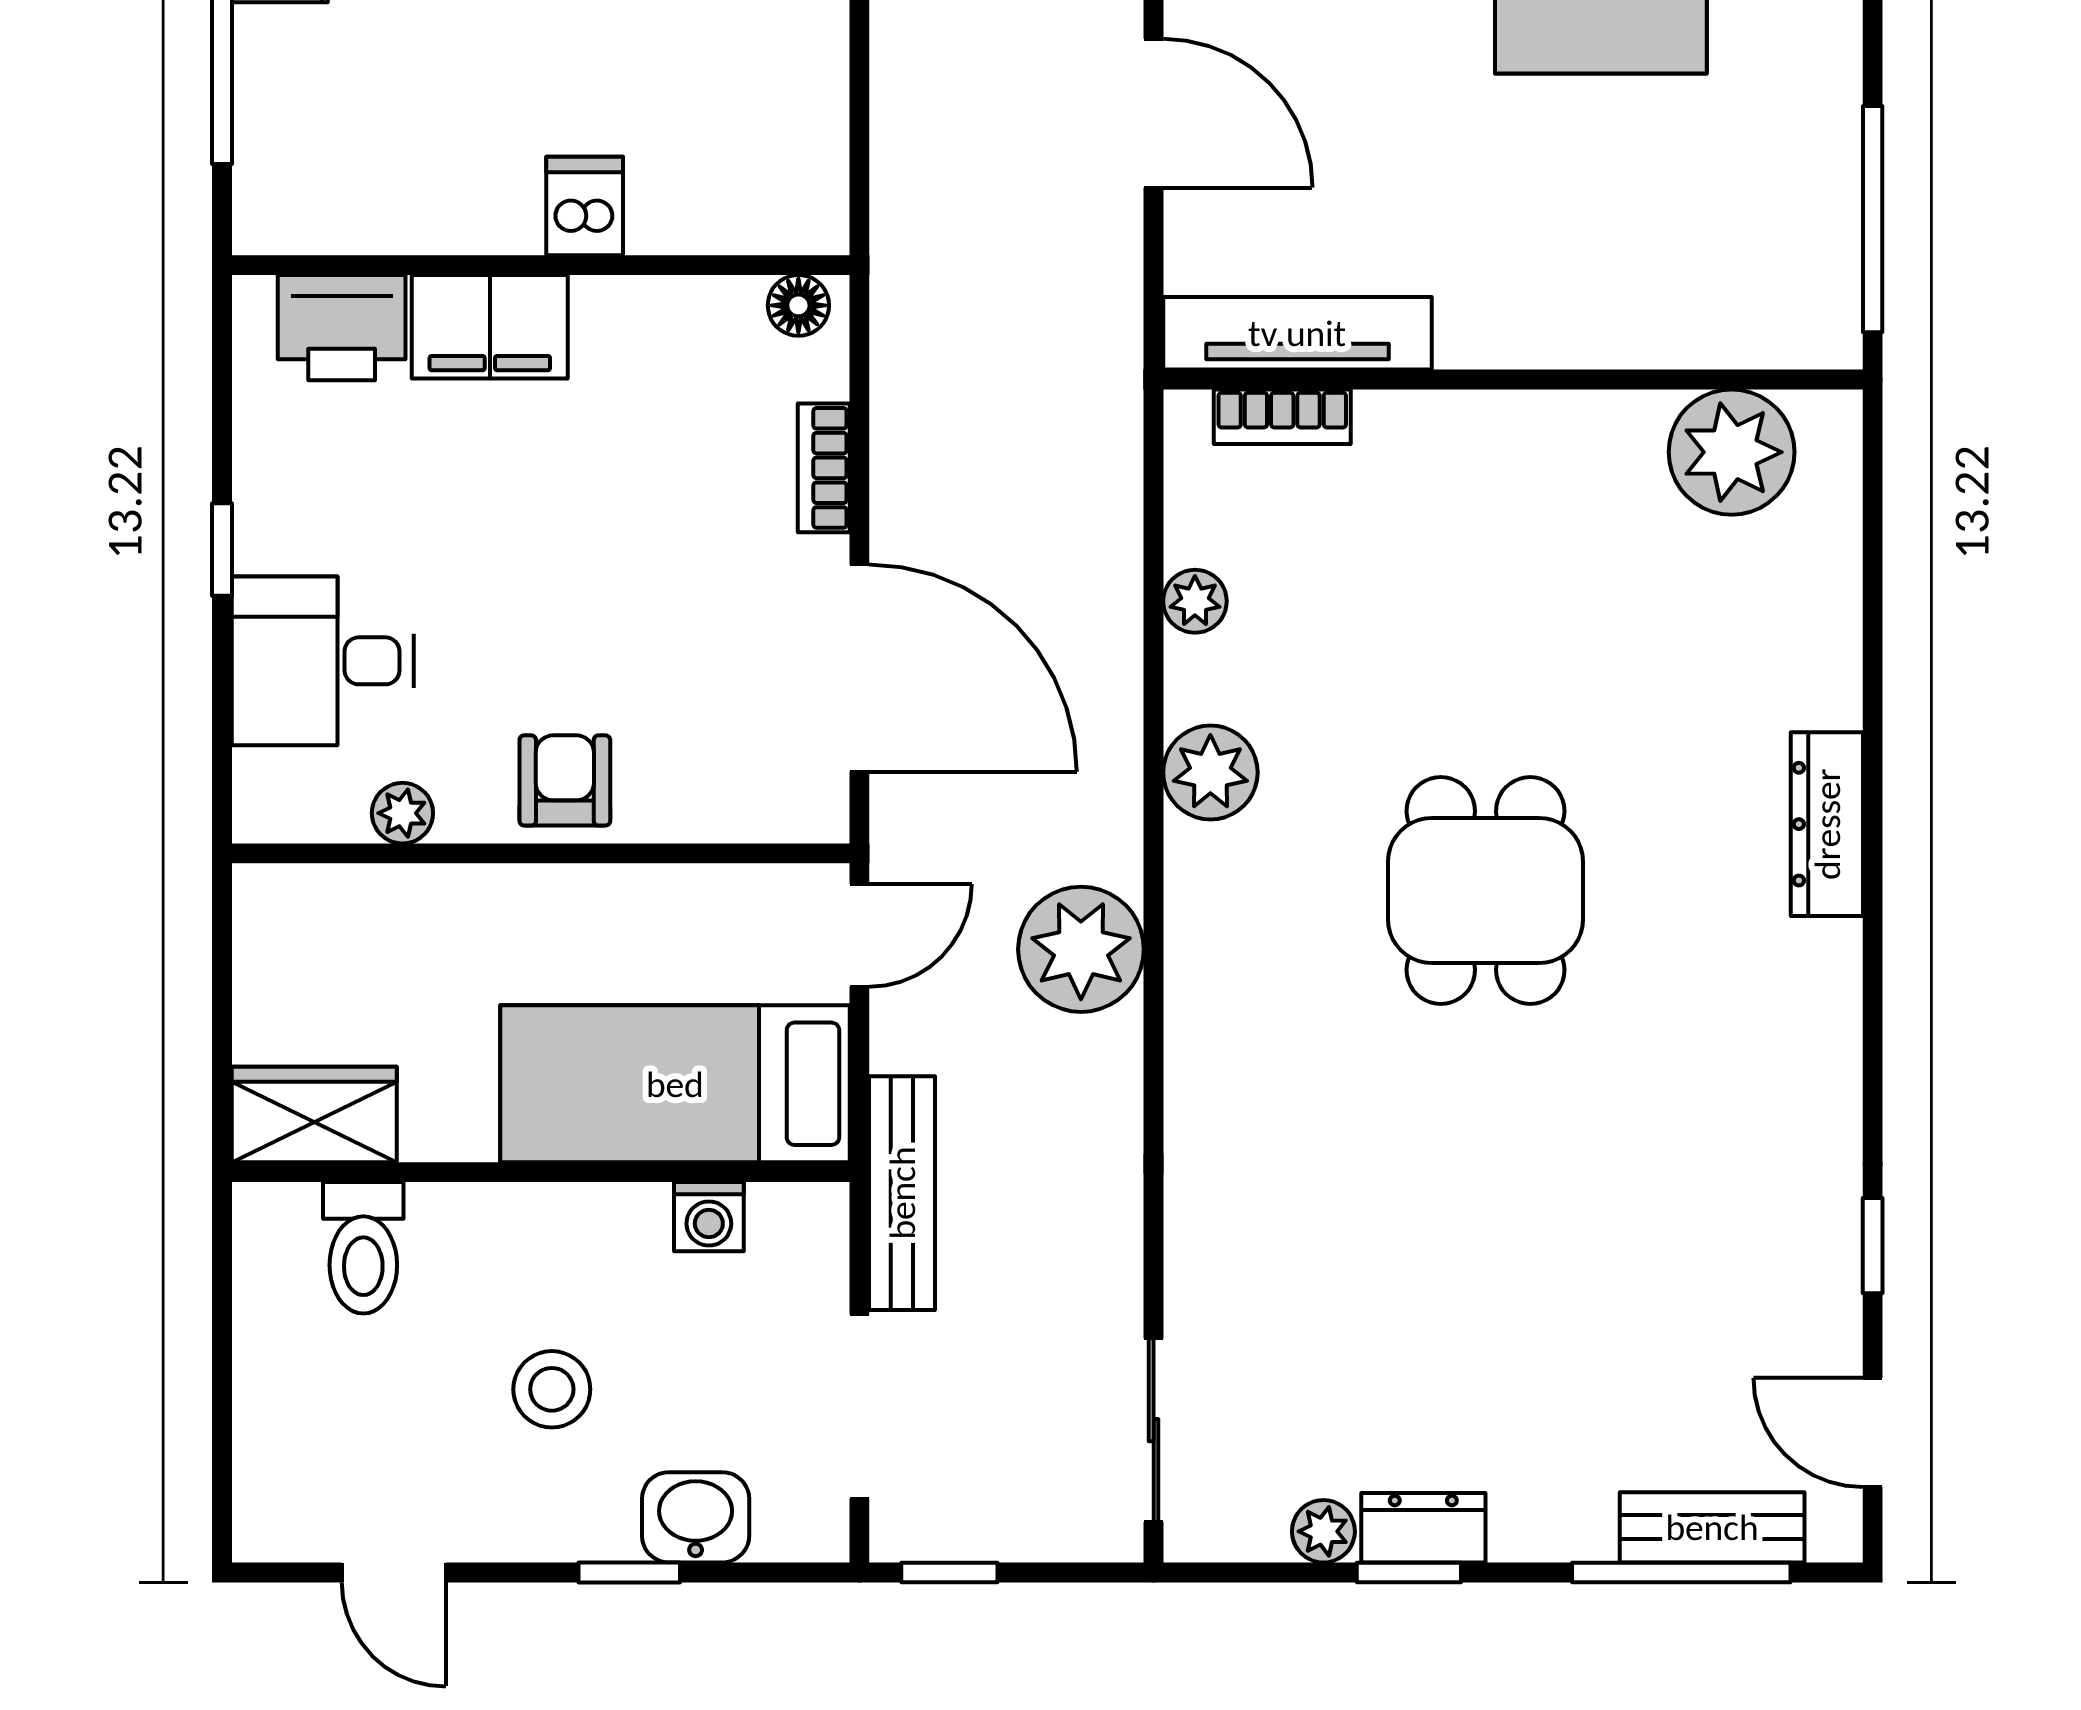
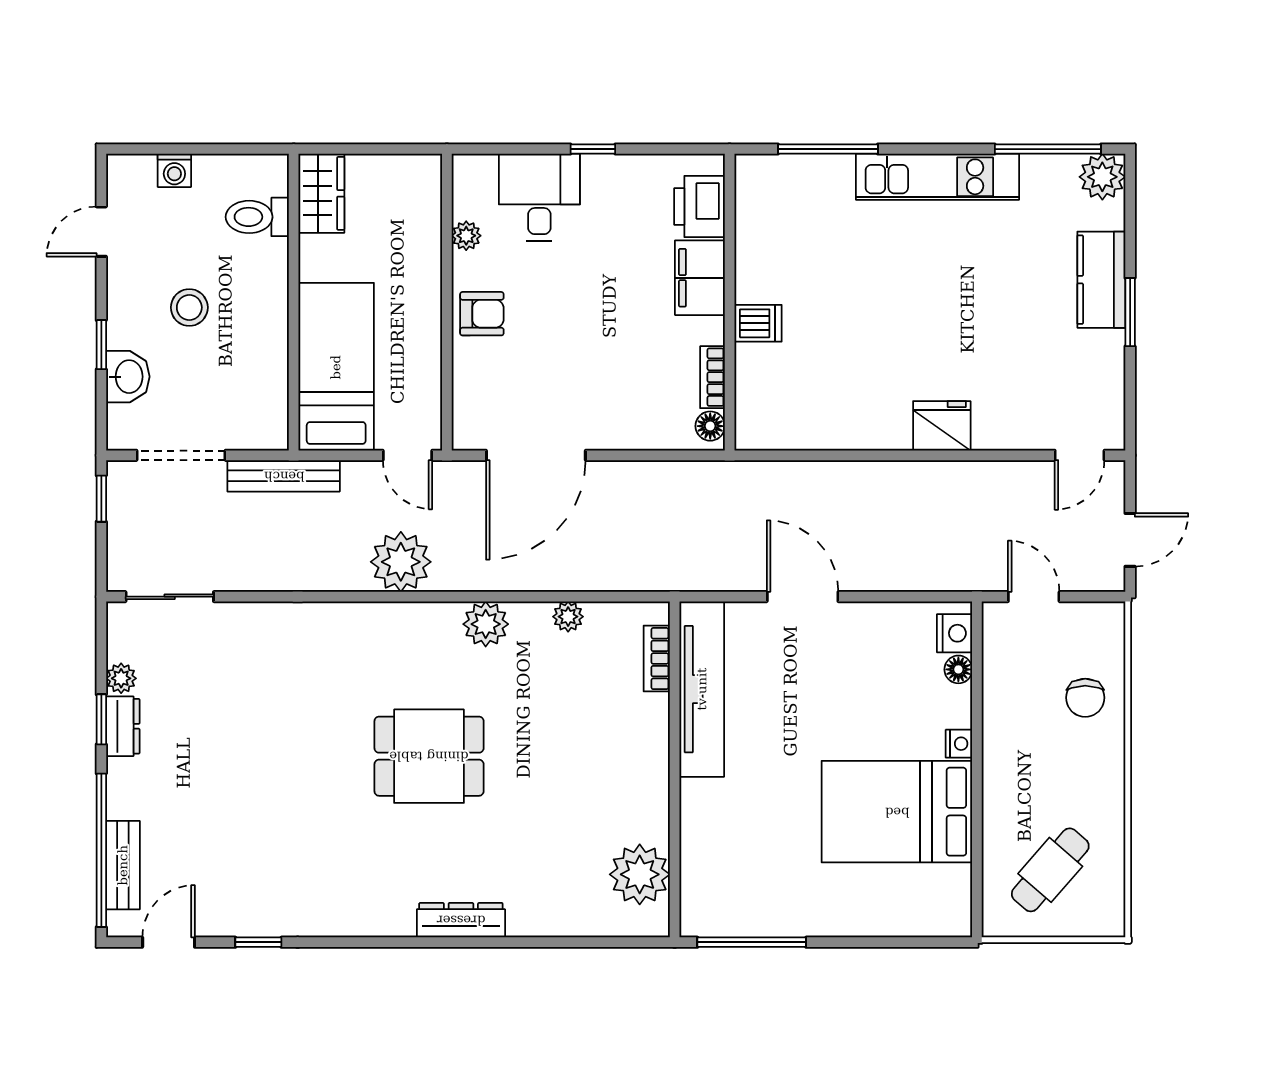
door: (1154, 113) -> (803, 597), swing flipped
tv unit: (1297, 333) -> (702, 689), width x1.36, depth x1.29
bookcase: (824, 468) -> (712, 377), moved, turned -90
washing machine: (709, 1217) -> (174, 170), moved, turned -90
window: (1681, 1572) -> (101, 850), width x1.46

